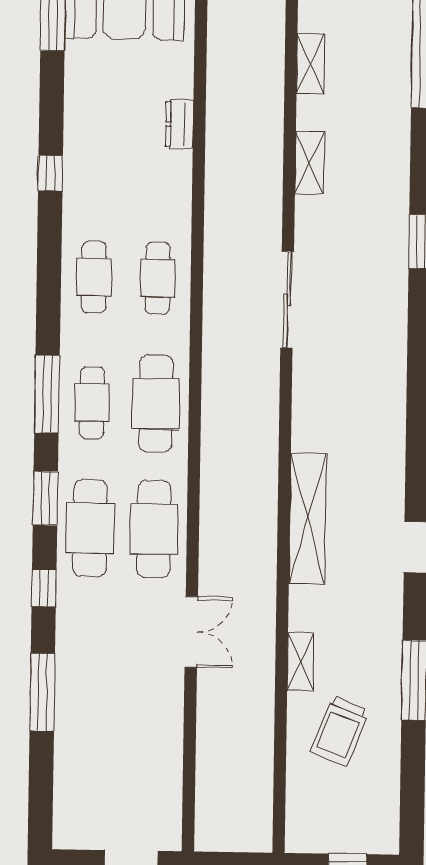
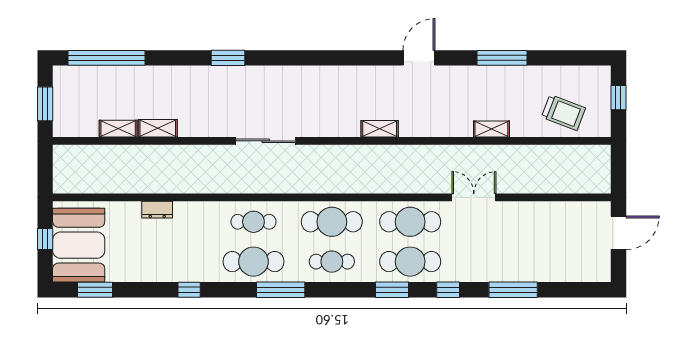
shelving: (309, 163) -> (158, 128), moved
cafe table: (94, 277) -> (253, 262), width x1.37, depth x1.35
window: (47, 394) -> (281, 290), moved
shelving: (308, 518) -> (380, 129), width x0.45, depth x0.75
trolley: (340, 731) -> (563, 113), moved

